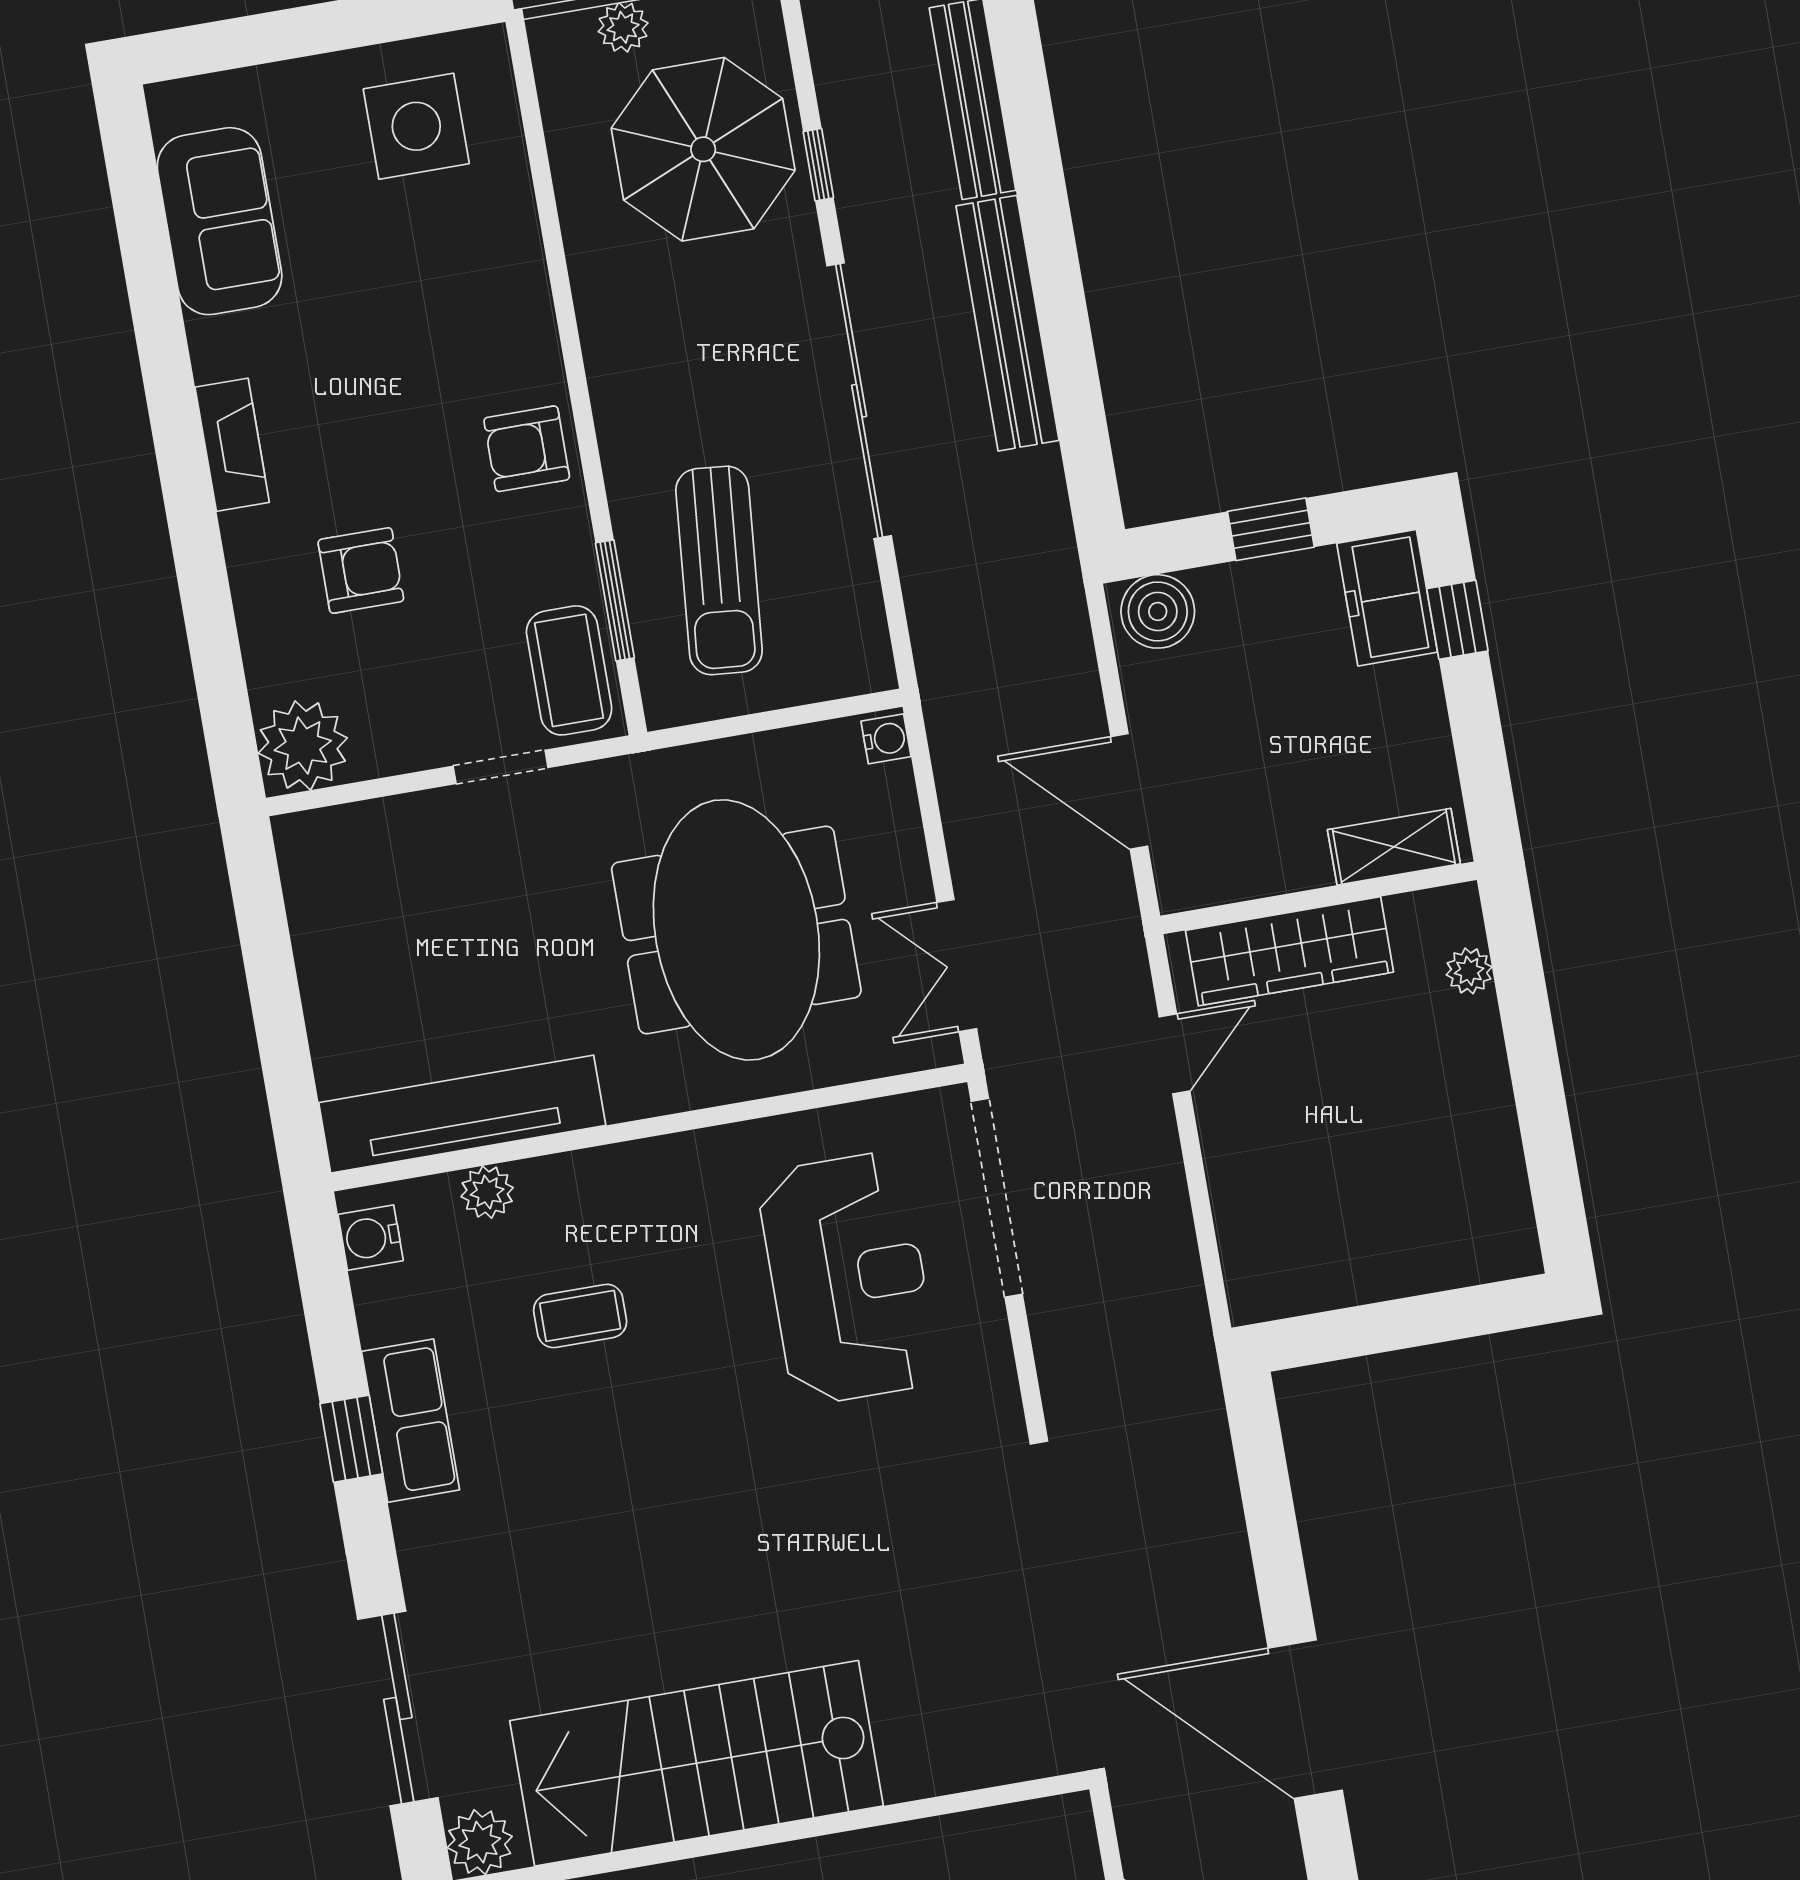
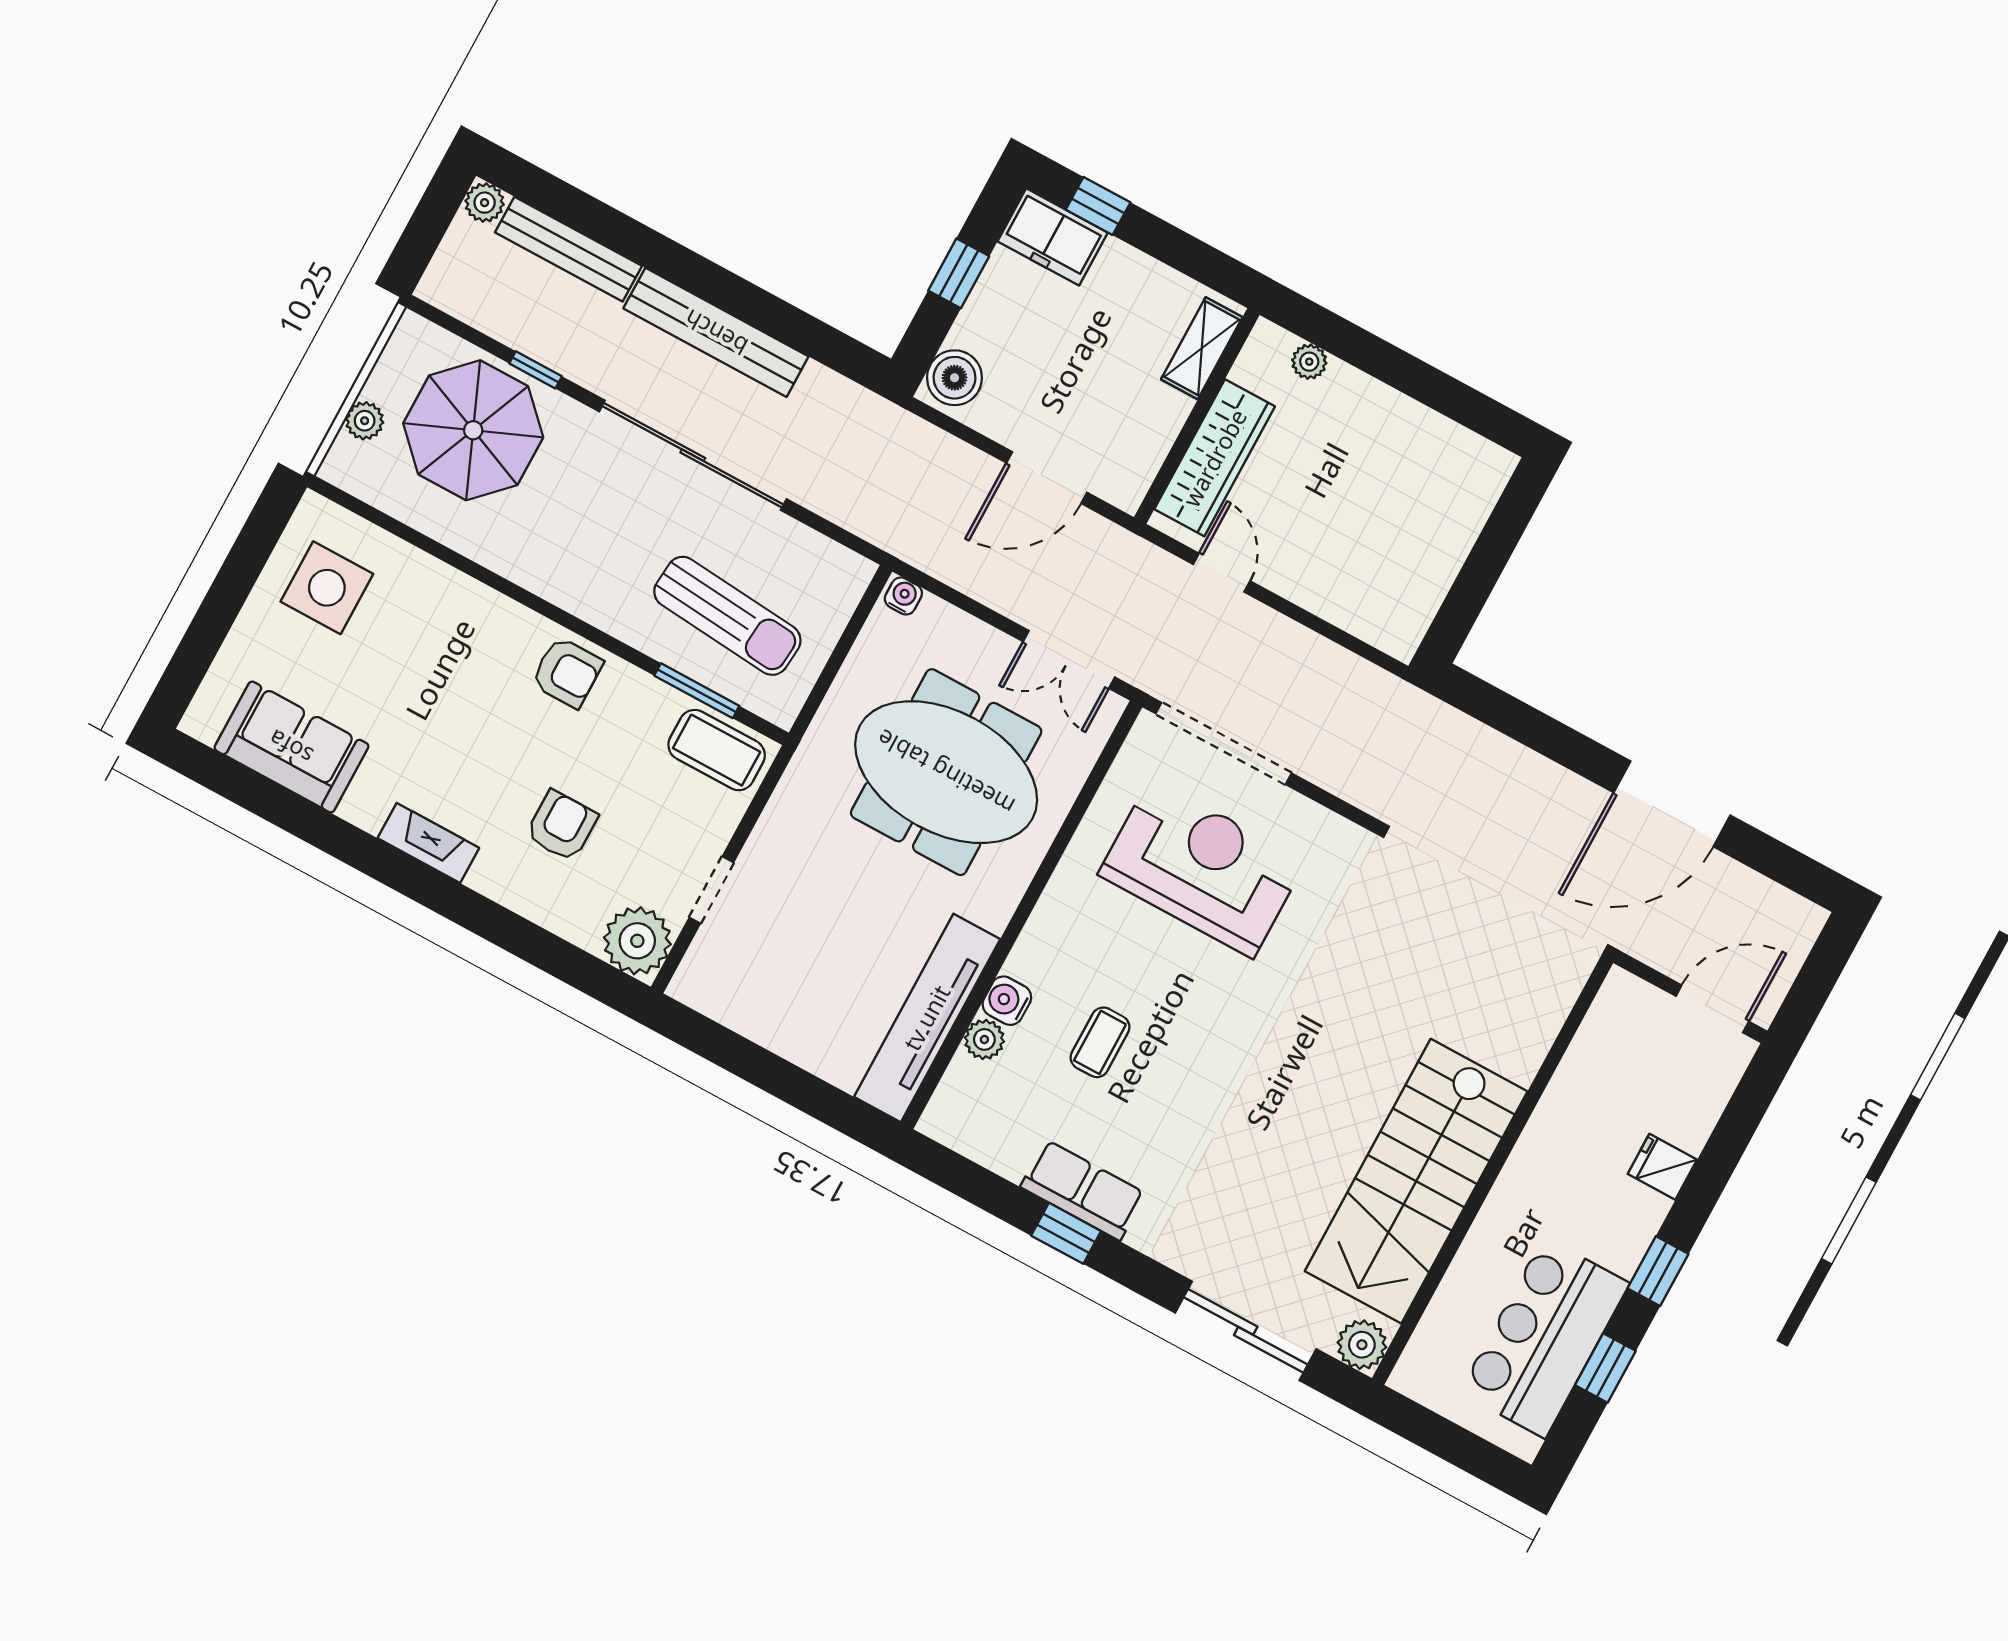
armchair: (527, 449) -> (567, 672), turned -90
doorway: (501, 767) -> (711, 890), moved
water cooler: (371, 1238) -> (1007, 1001), moved, turned 90

